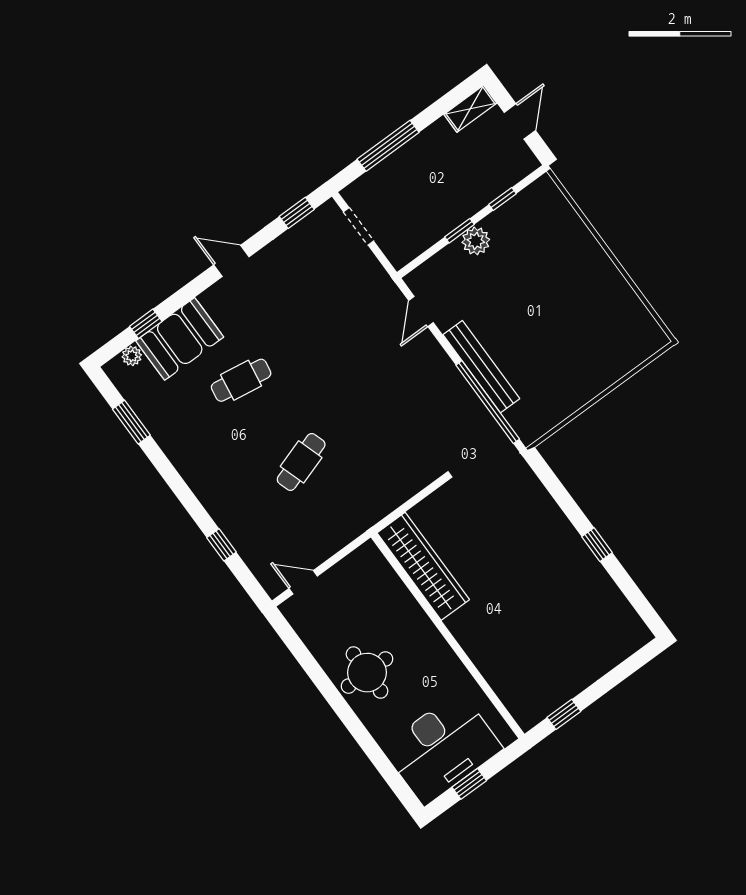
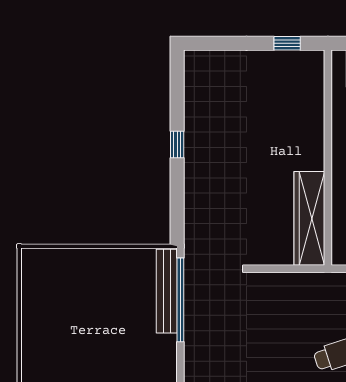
bench: (481, 367) -> (167, 291), moved

